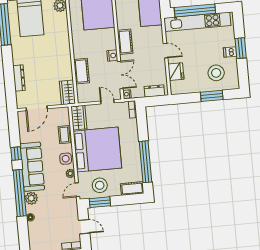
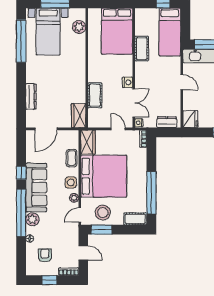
cot: (125, 42) -> (142, 49), moved
fridge: (176, 72) -> (190, 119), moved
armchair: (47, 233) -> (45, 255), added

